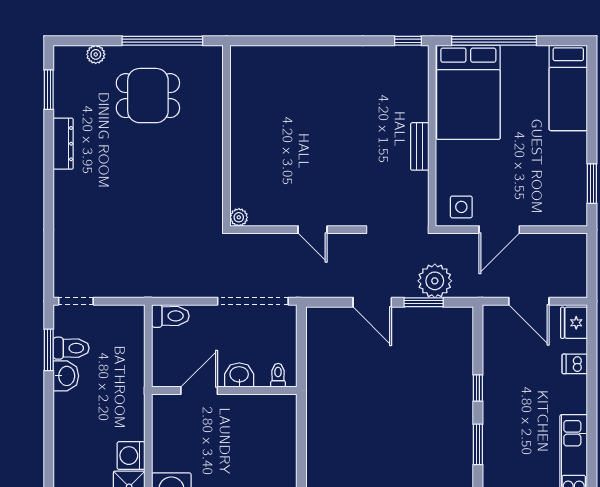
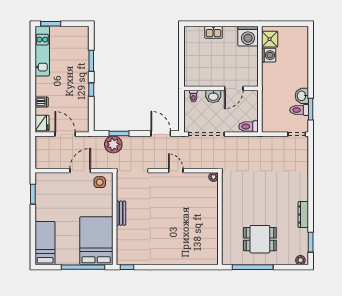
plant: (96, 54) -> (300, 260), moved
door: (372, 302) -> (161, 133), moved

